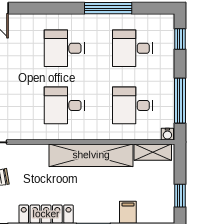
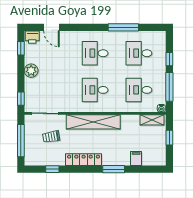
window: (180, 39) -> (169, 59), moved
shelving: (91, 155) -> (93, 122), moved
window: (180, 196) -> (169, 138), moved

